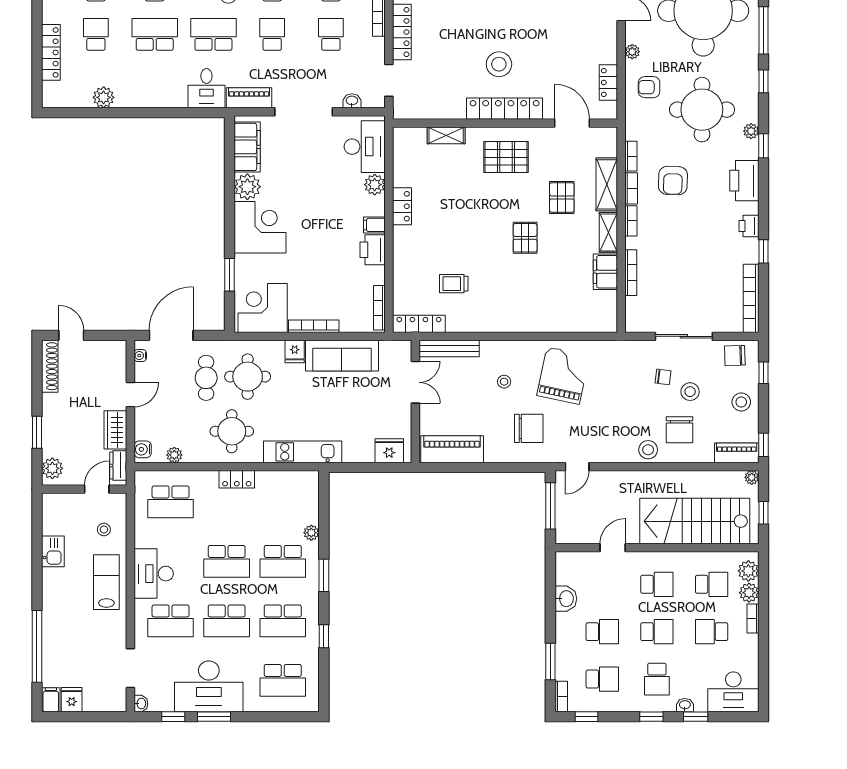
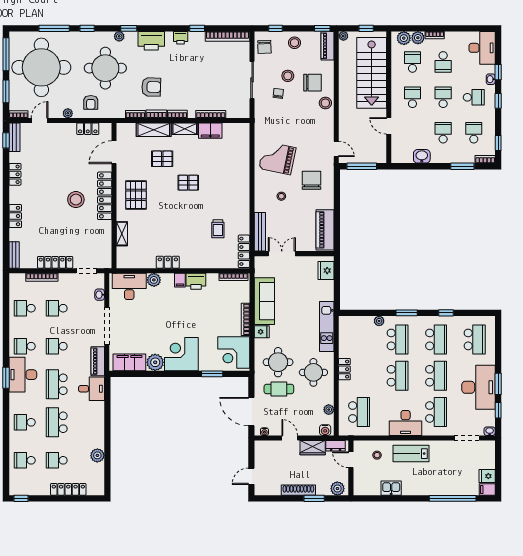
shoe rack: (50, 366) -> (298, 490), moved

